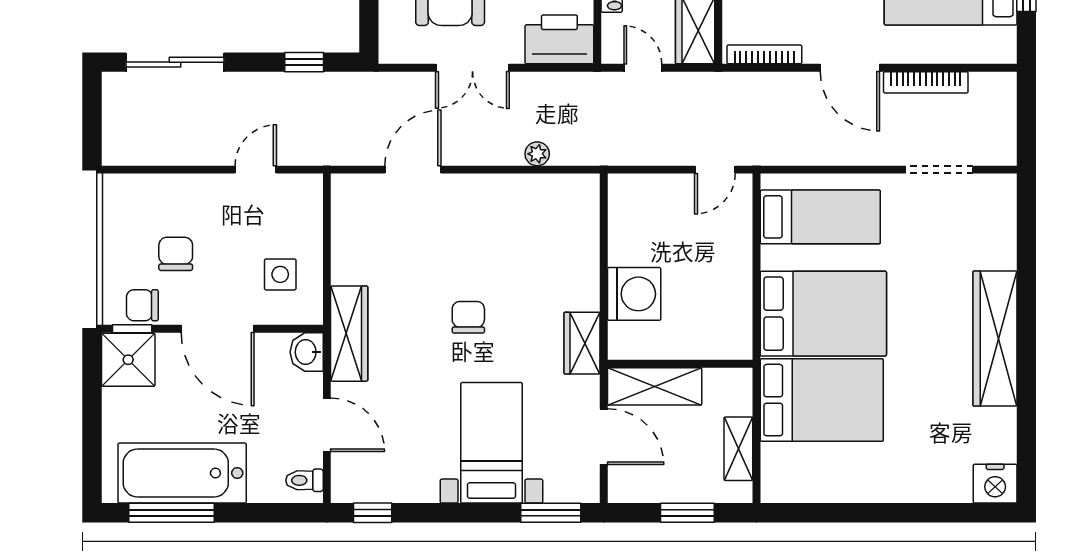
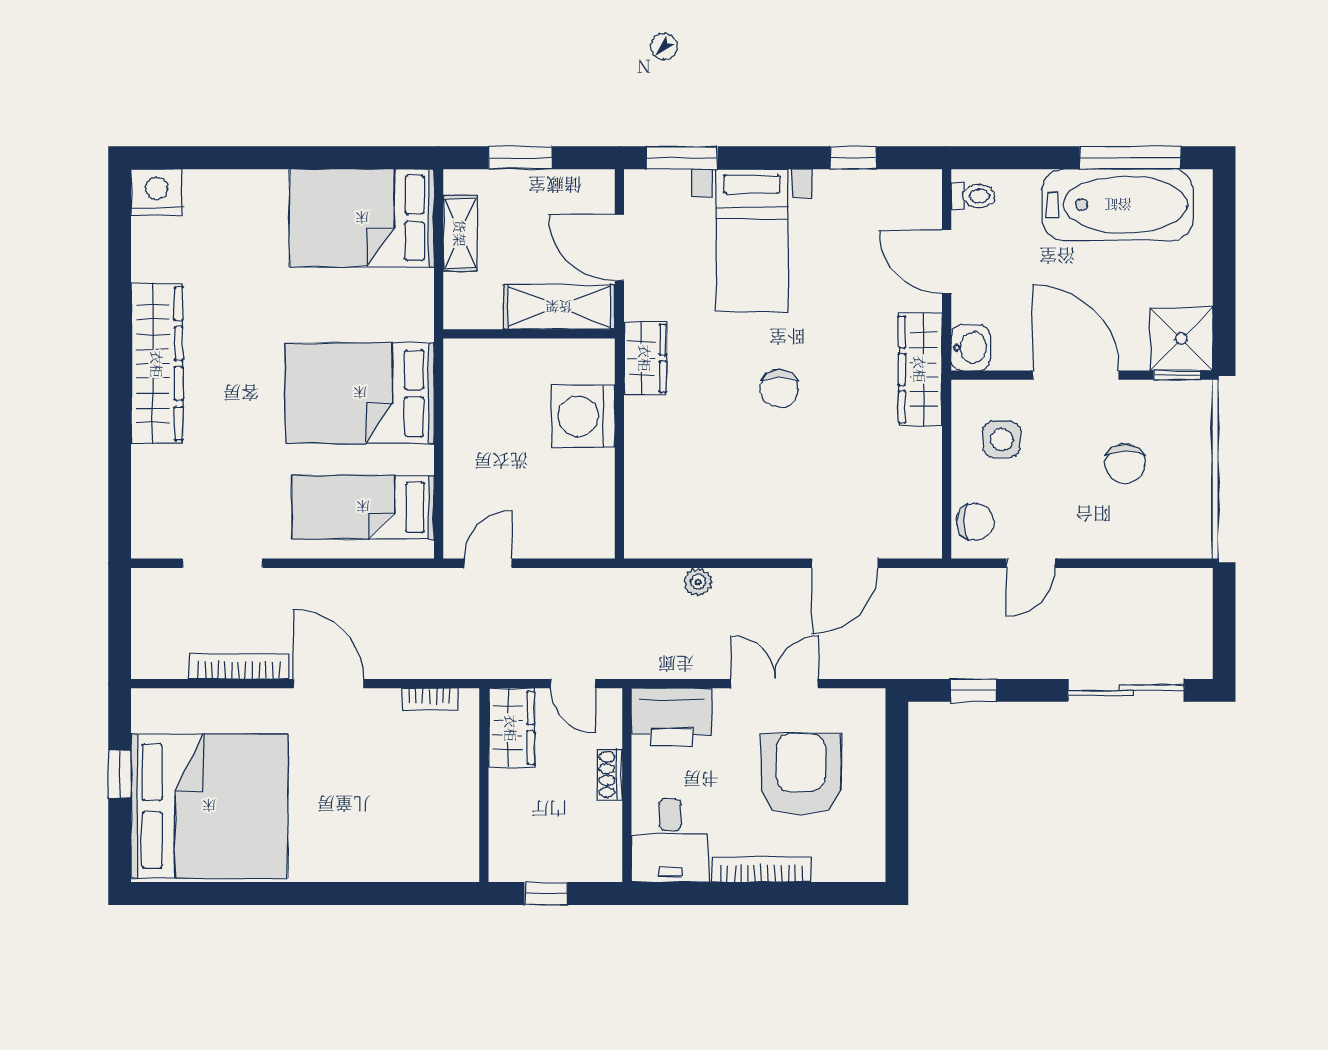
bookcase: (764, 54) -> (429, 699), width x0.64
chair: (142, 305) -> (975, 522), moved
bed: (822, 400) -> (362, 218), moved
window: (373, 513) -> (853, 158), moved

